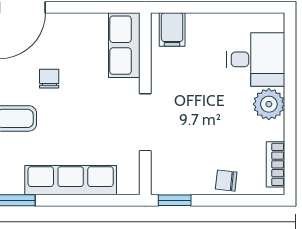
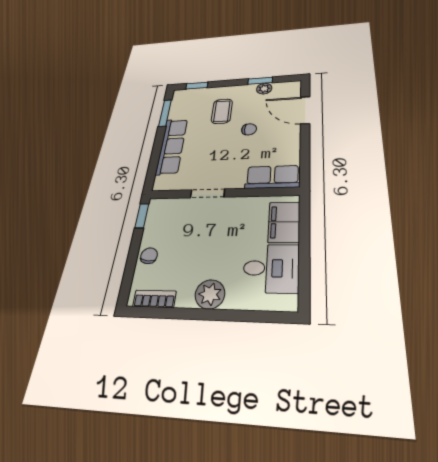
filing cabinet: (172, 30) -> (284, 222), width x2.00
desk: (256, 59) -> (271, 268), moved, turned -90
doorway: (145, 122) -> (208, 193), width x0.73

